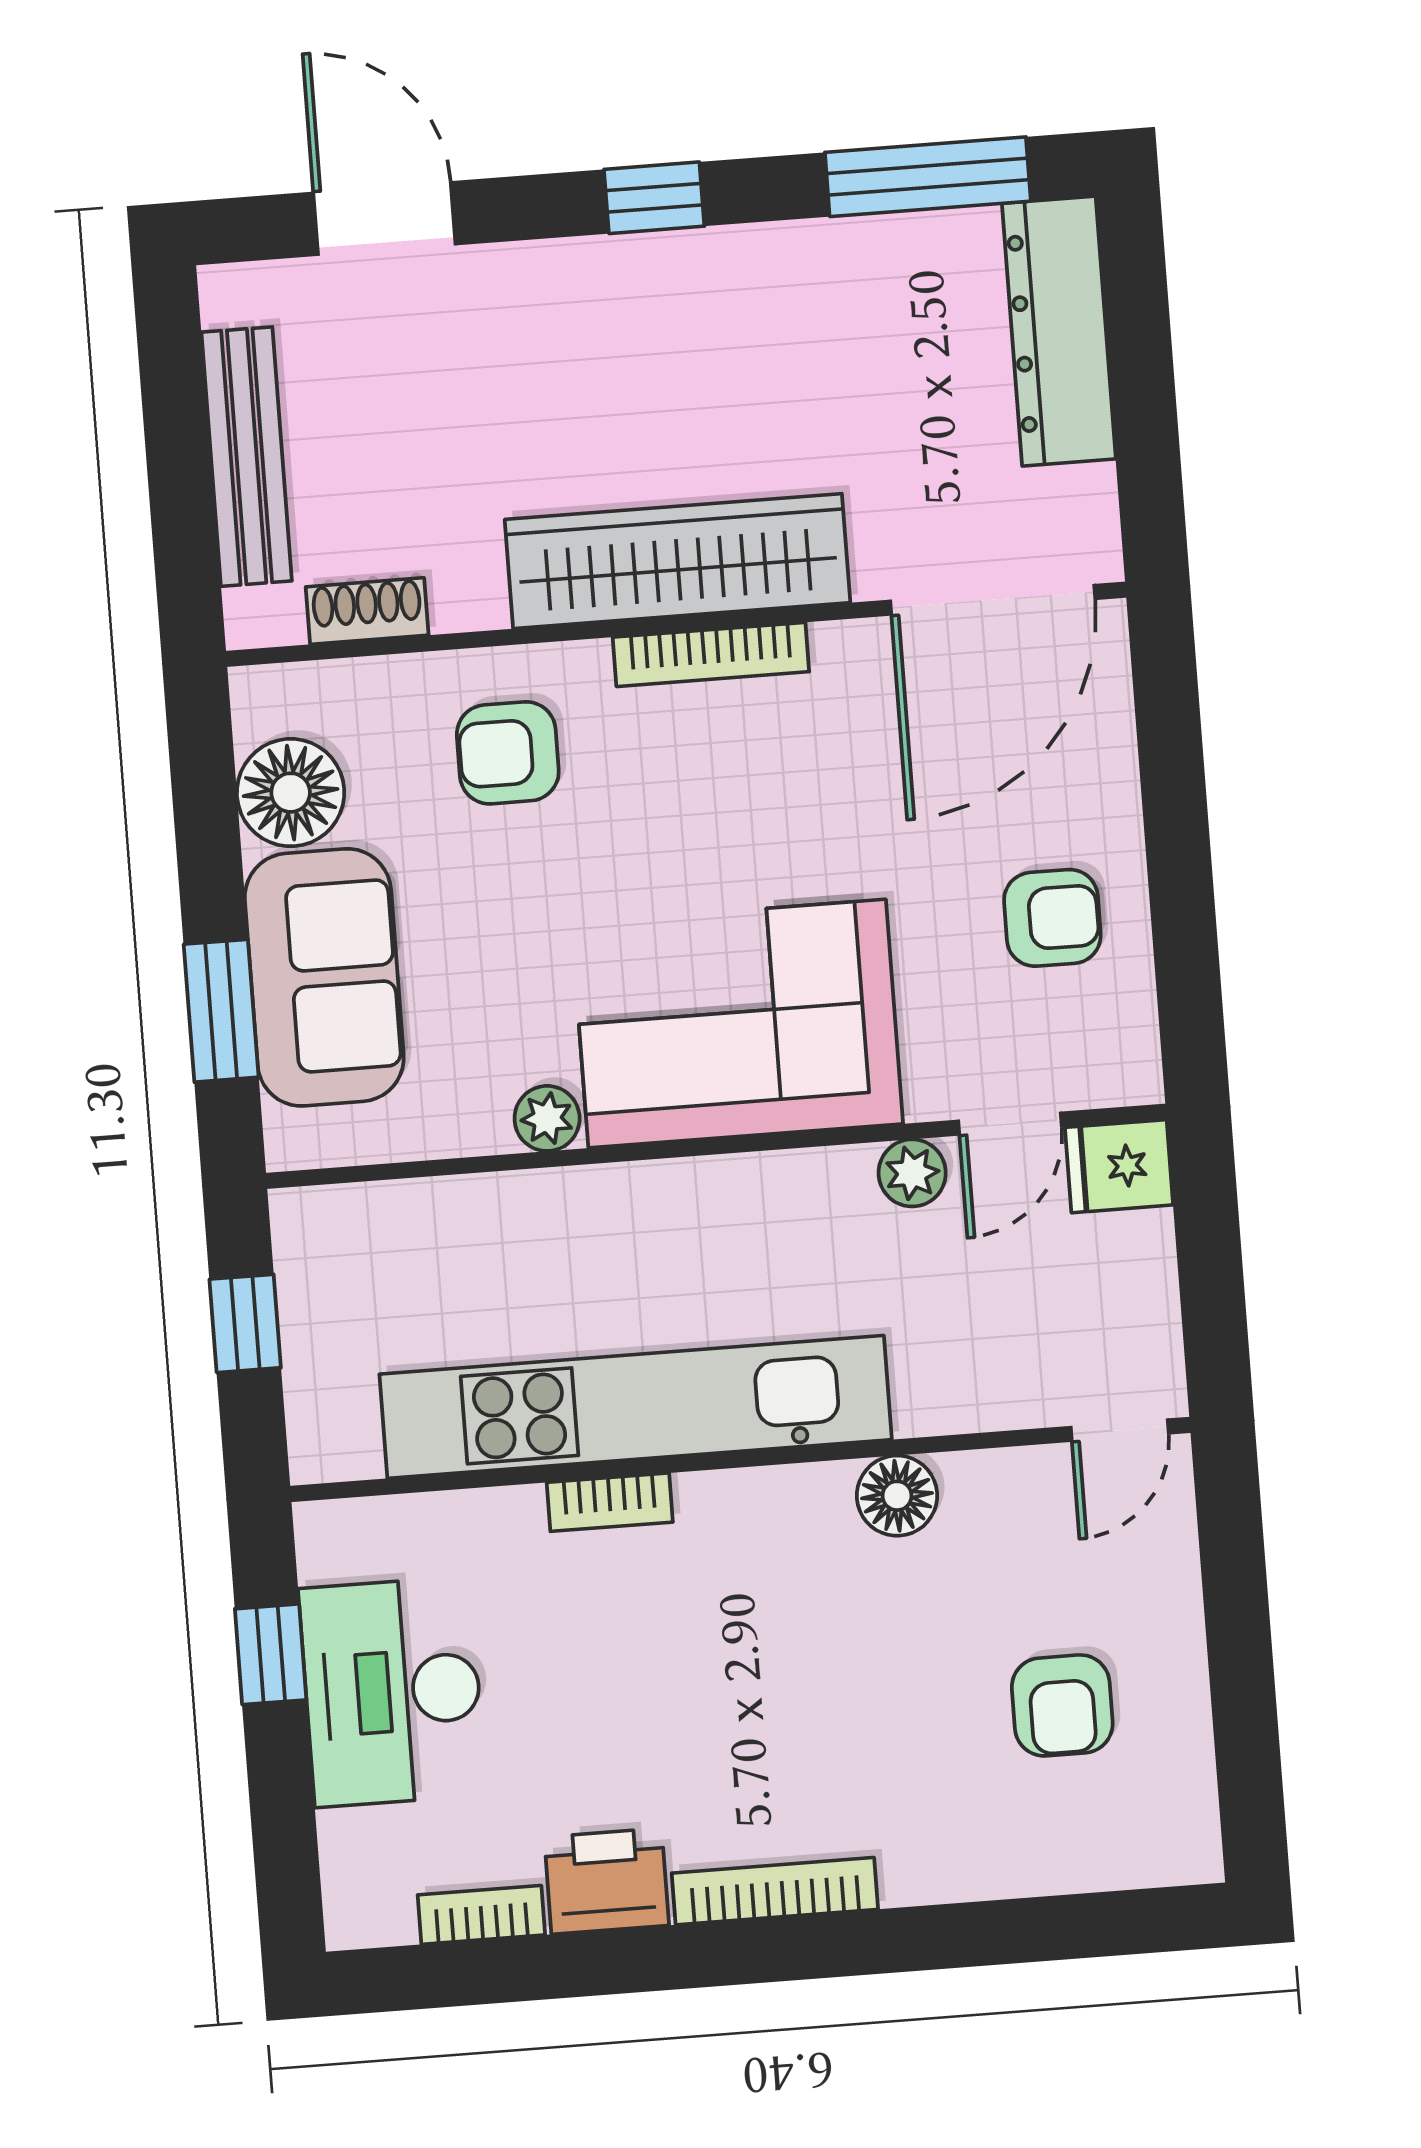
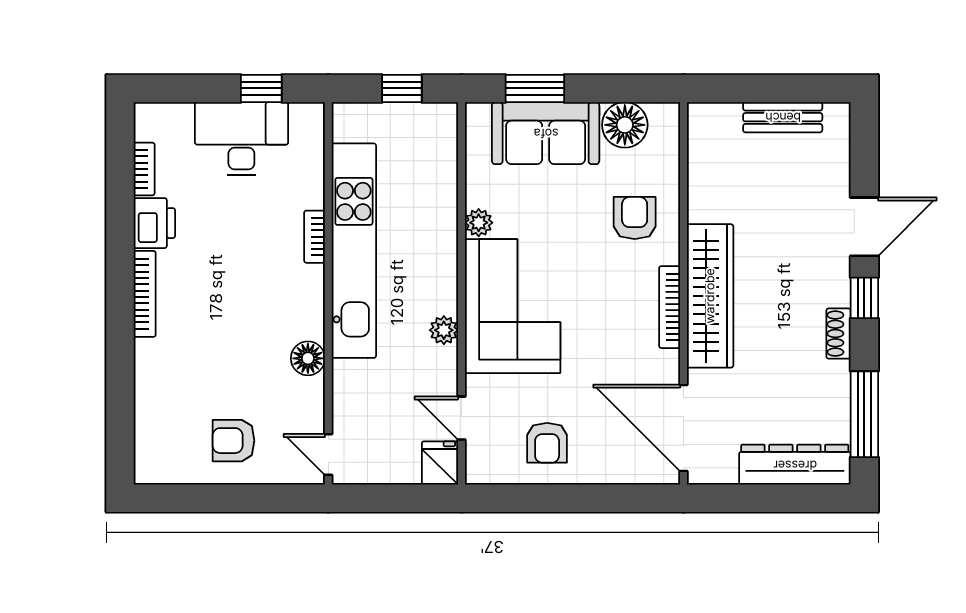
door: (384, 219) -> (864, 227), moved
bench: (247, 457) -> (783, 117), width x0.73
shoe rack: (367, 611) -> (839, 334), moved, turned 180
plant: (912, 1173) -> (444, 330), moved
armchair: (1062, 1705) -> (233, 441), moved

